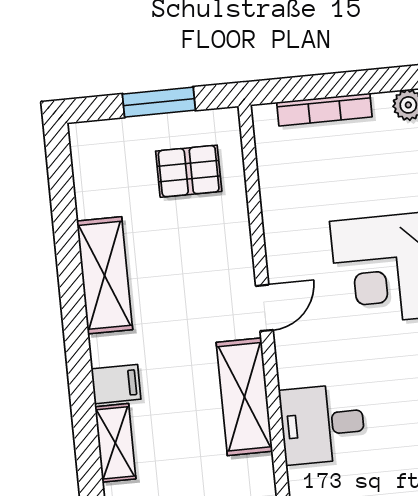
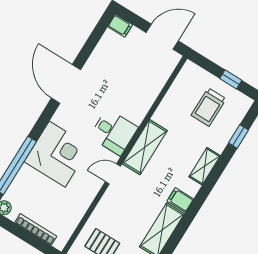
filing cabinet: (116, 384) -> (180, 200), moved
desk: (323, 424) -> (114, 132), moved

